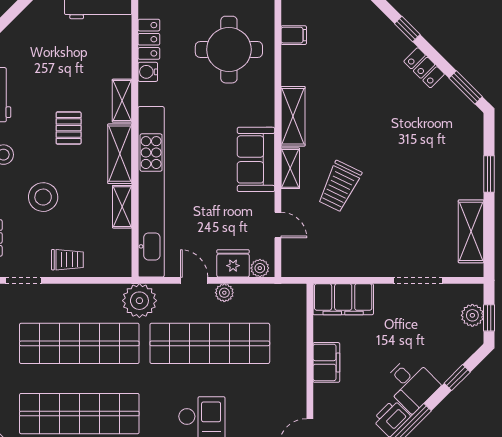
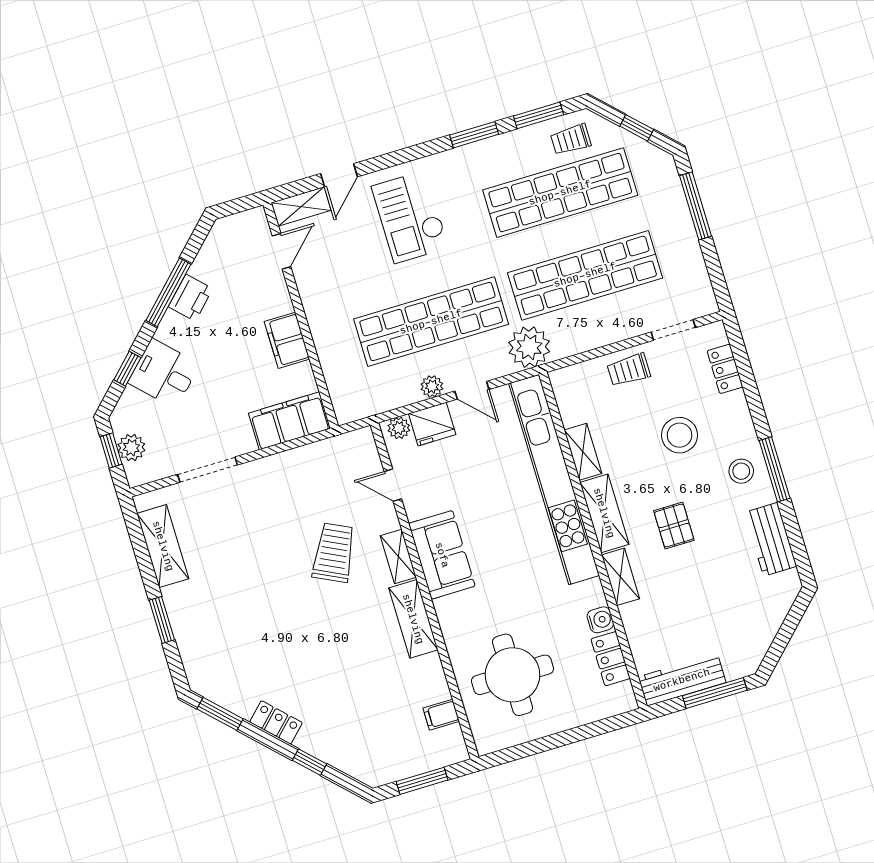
desk: (411, 384) -> (164, 373), moved

